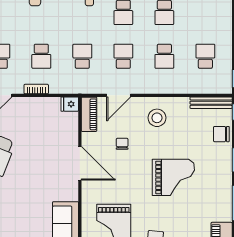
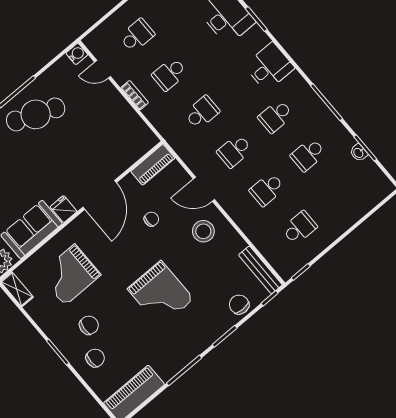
school desk: (123, 56) -> (234, 151), turned 180
door: (119, 95) -> (204, 189), moved
fridge: (70, 104) -> (64, 209), moved

